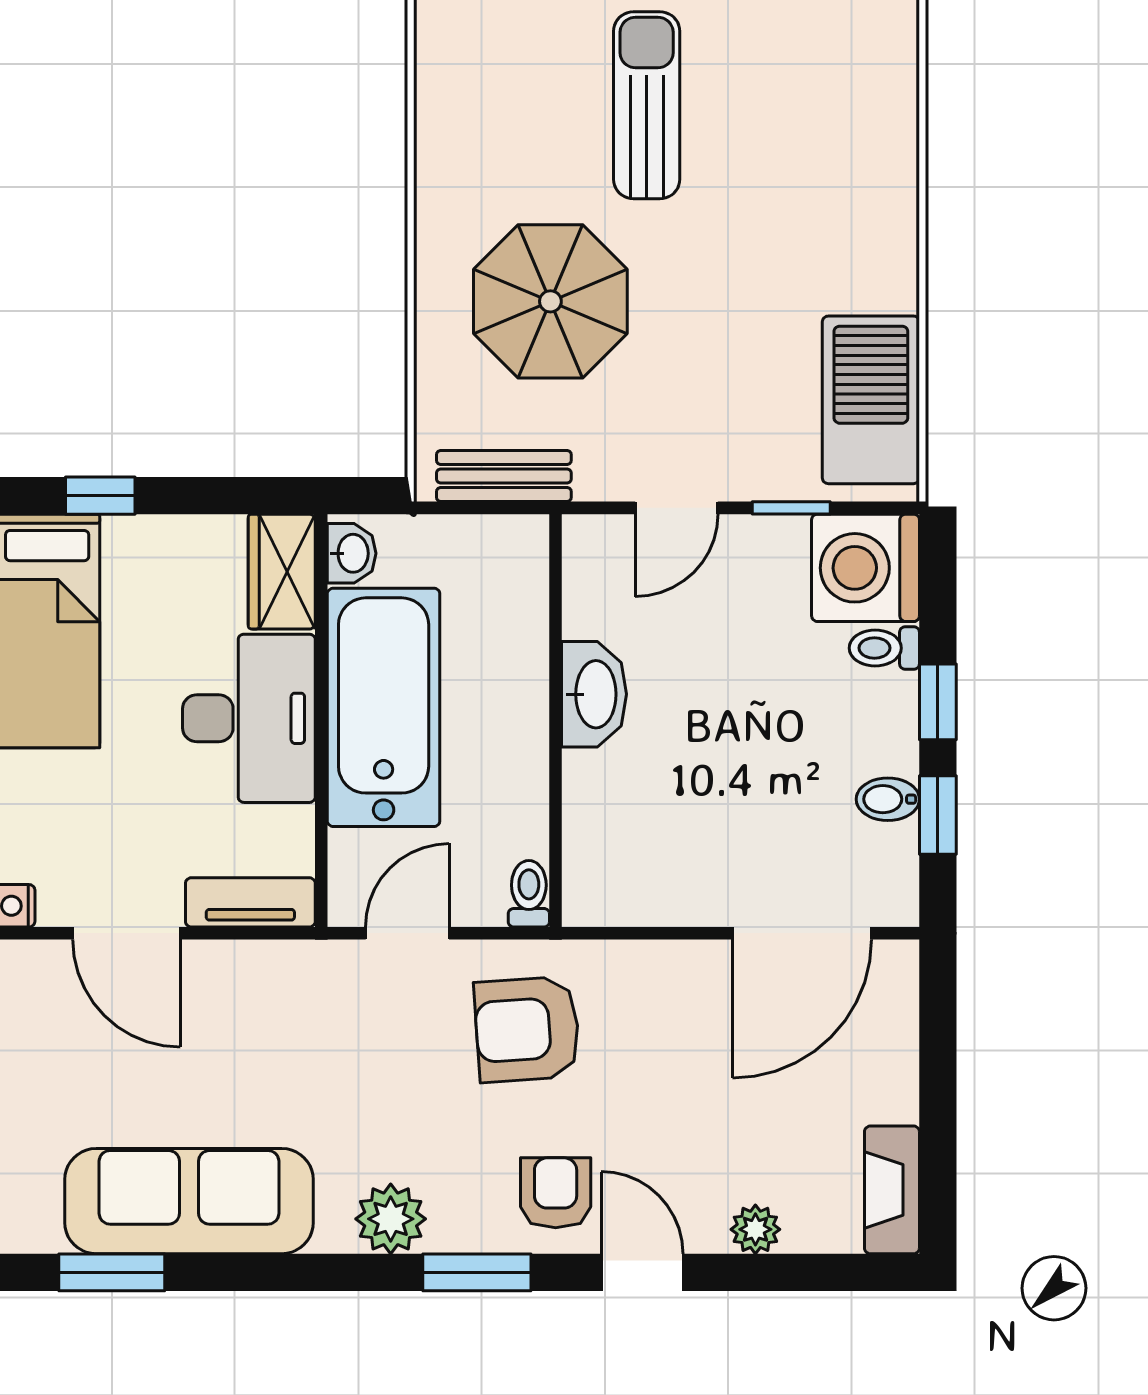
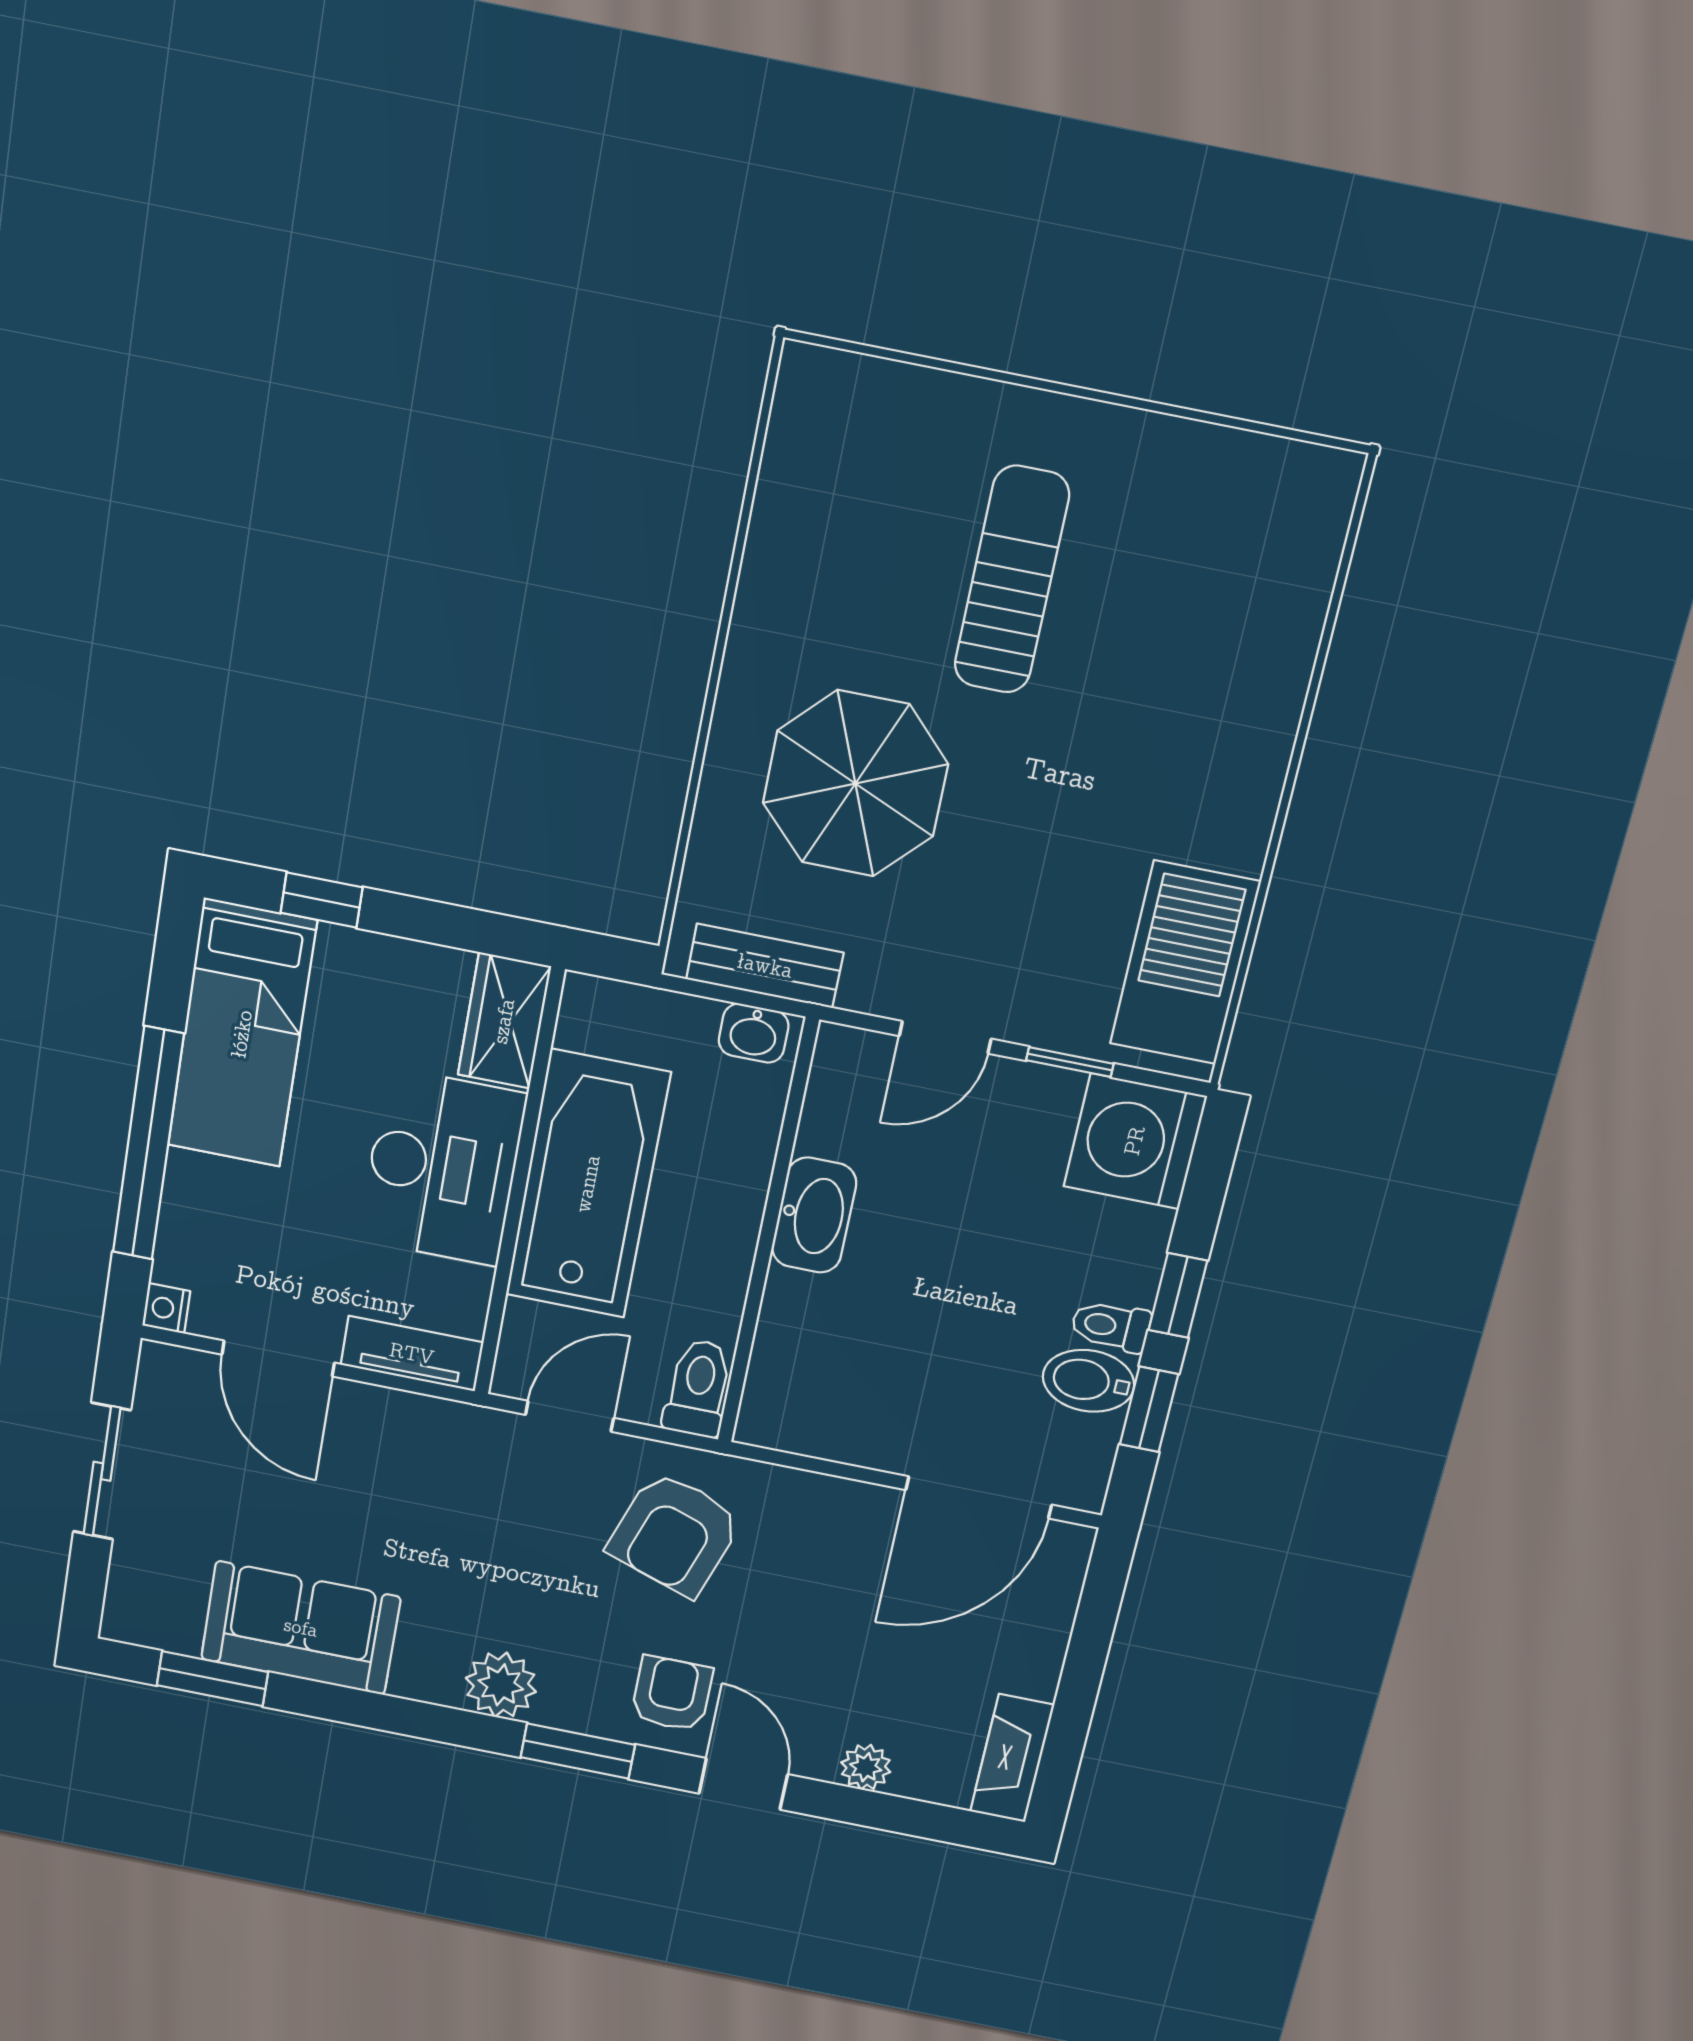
washbasin: (352, 553) -> (754, 1033), moved, turned 90
toilet: (884, 648) -> (1111, 1326), moved
bidet: (888, 799) -> (1089, 1381), width x1.38, depth x1.36
toilet: (529, 894) -> (698, 1388), width x1.37, depth x1.39
armchair: (527, 1029) -> (675, 1534), turned -67
sofa: (189, 1201) -> (301, 1628), width x0.73

